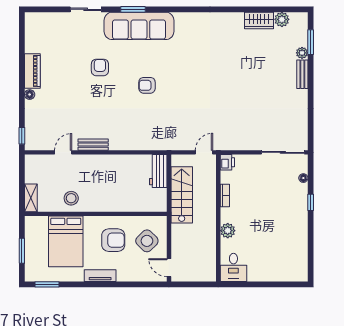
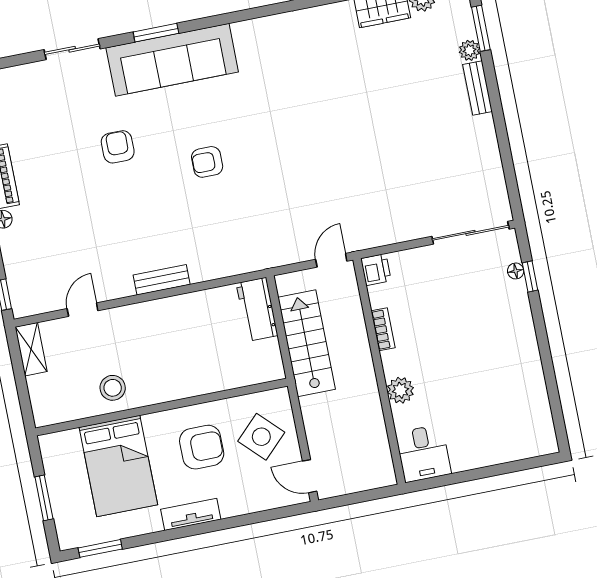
bench: (93, 145) -> (162, 280), moved
shelving: (31, 198) -> (31, 349), moved
window: (311, 202) -> (530, 277), moved

